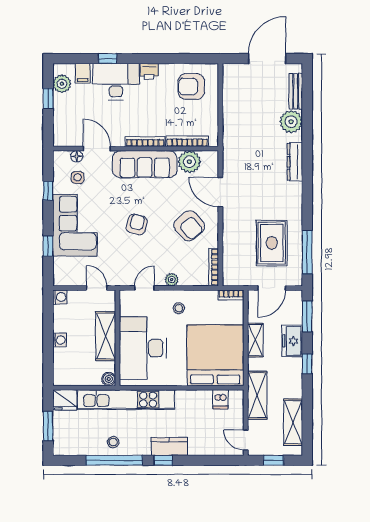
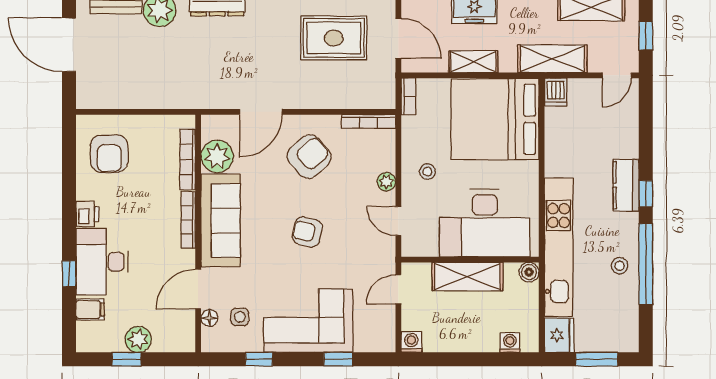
plant: (62, 84) -> (138, 339), moved
washing machine: (60, 340) -> (510, 343), moved
dishwasher: (220, 399) -> (556, 92), moved, turned 90

